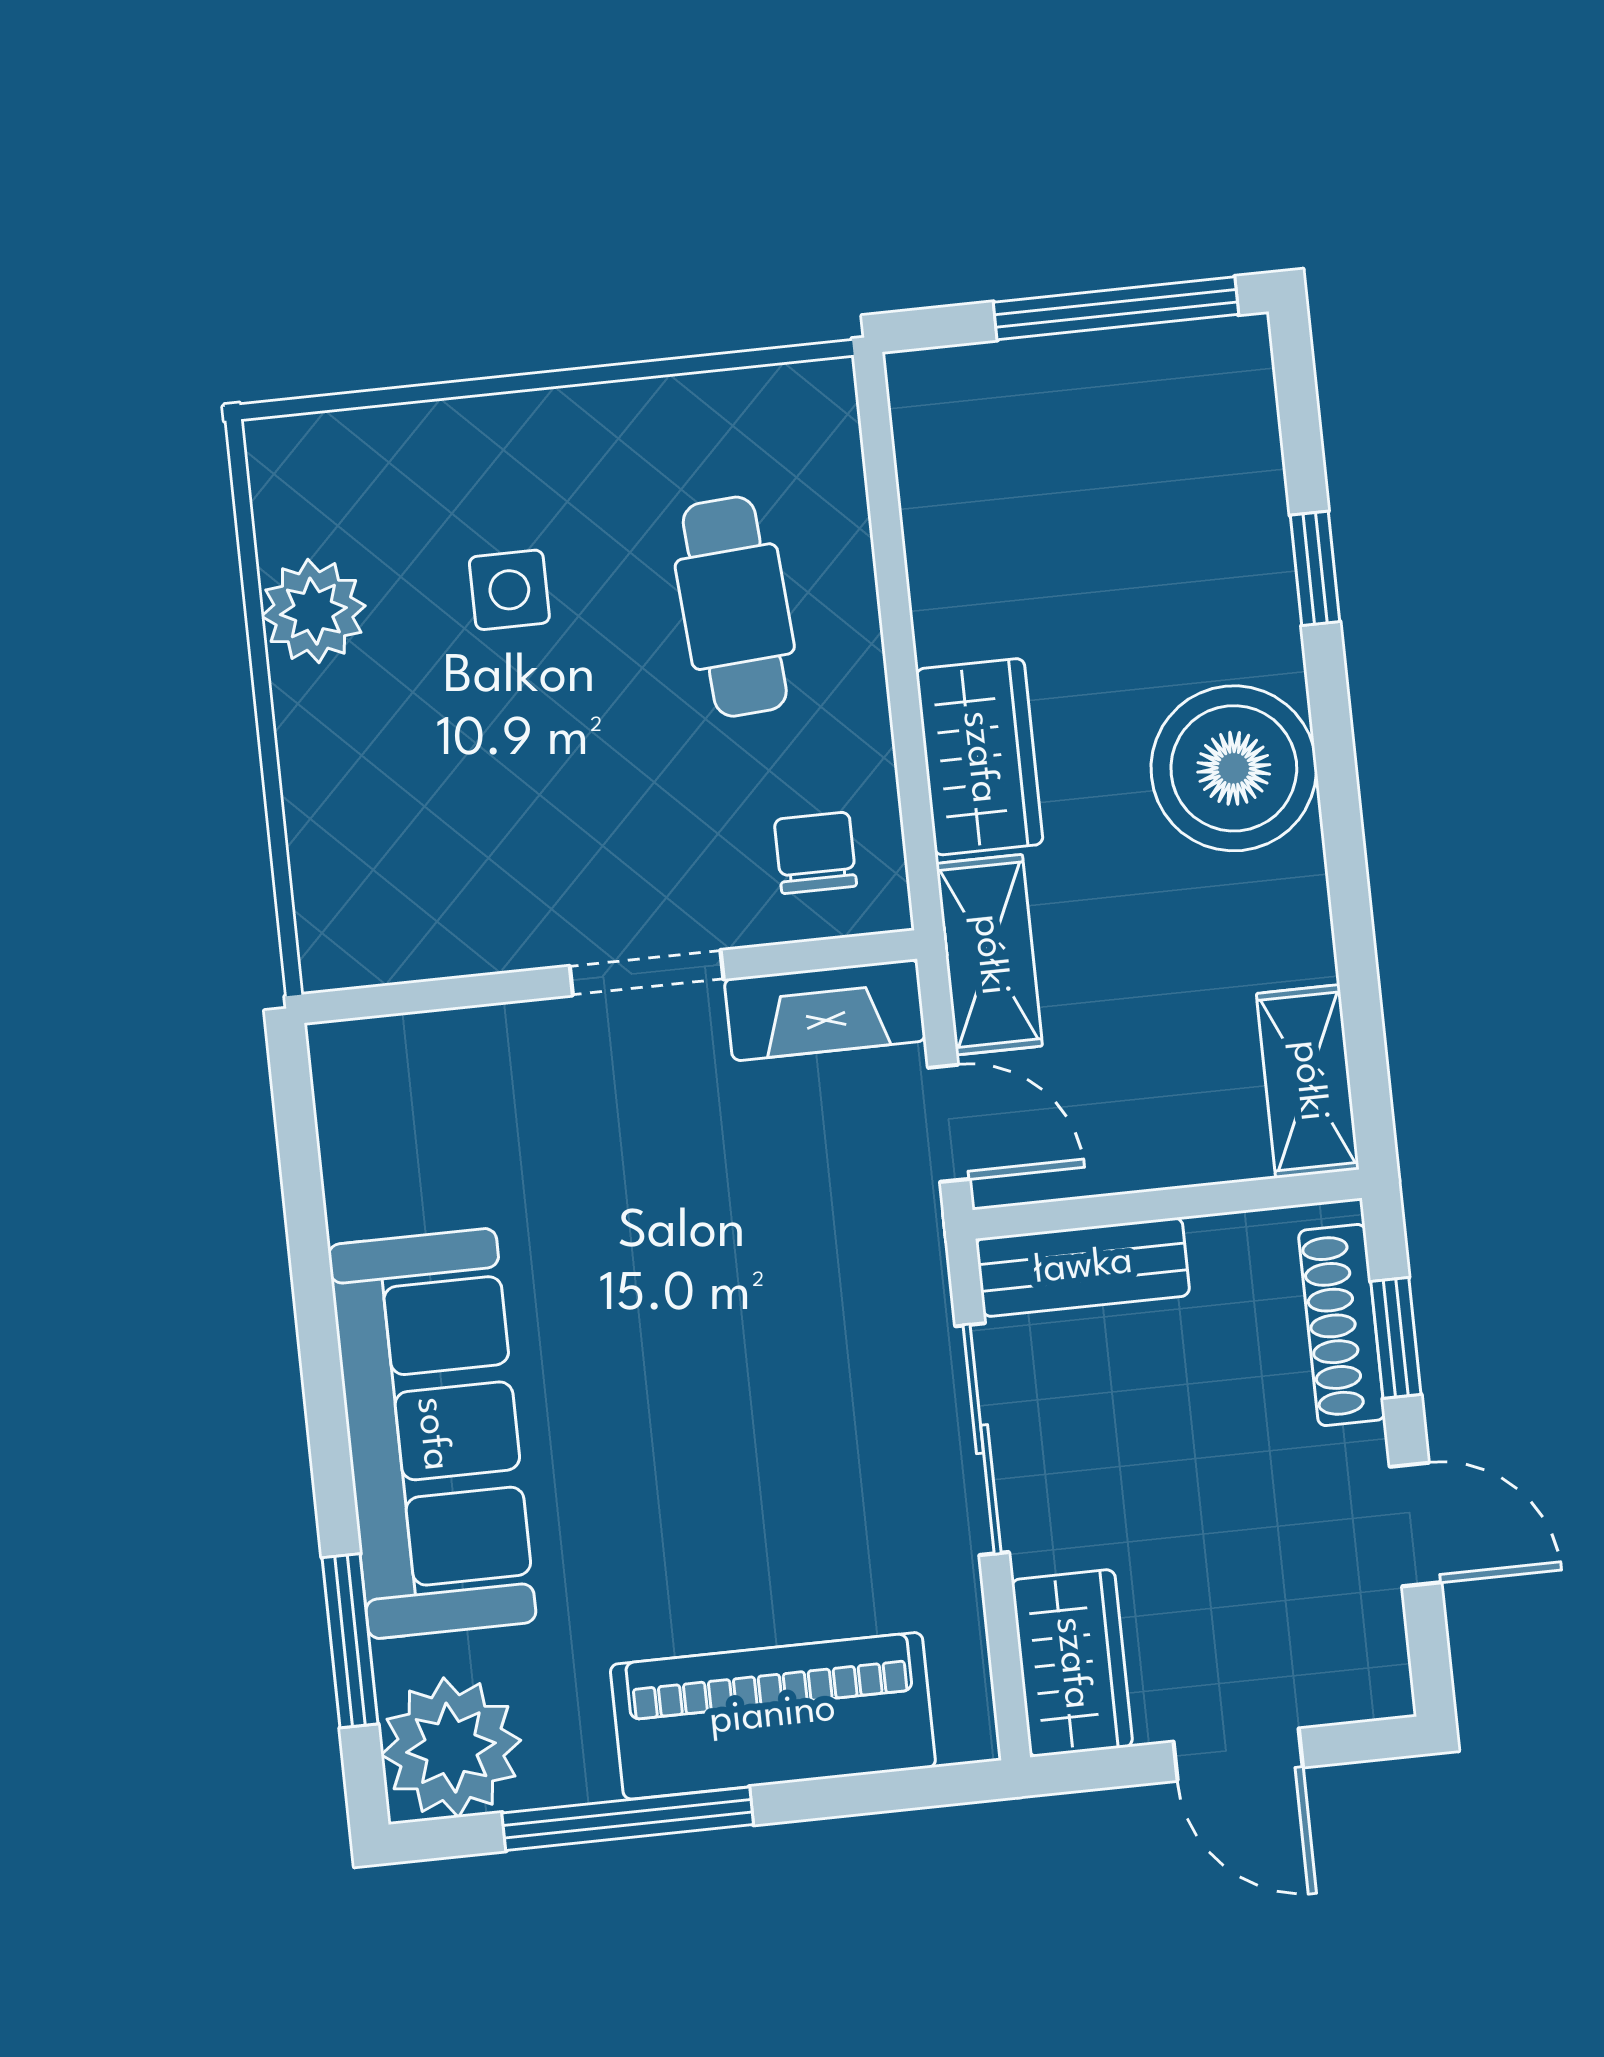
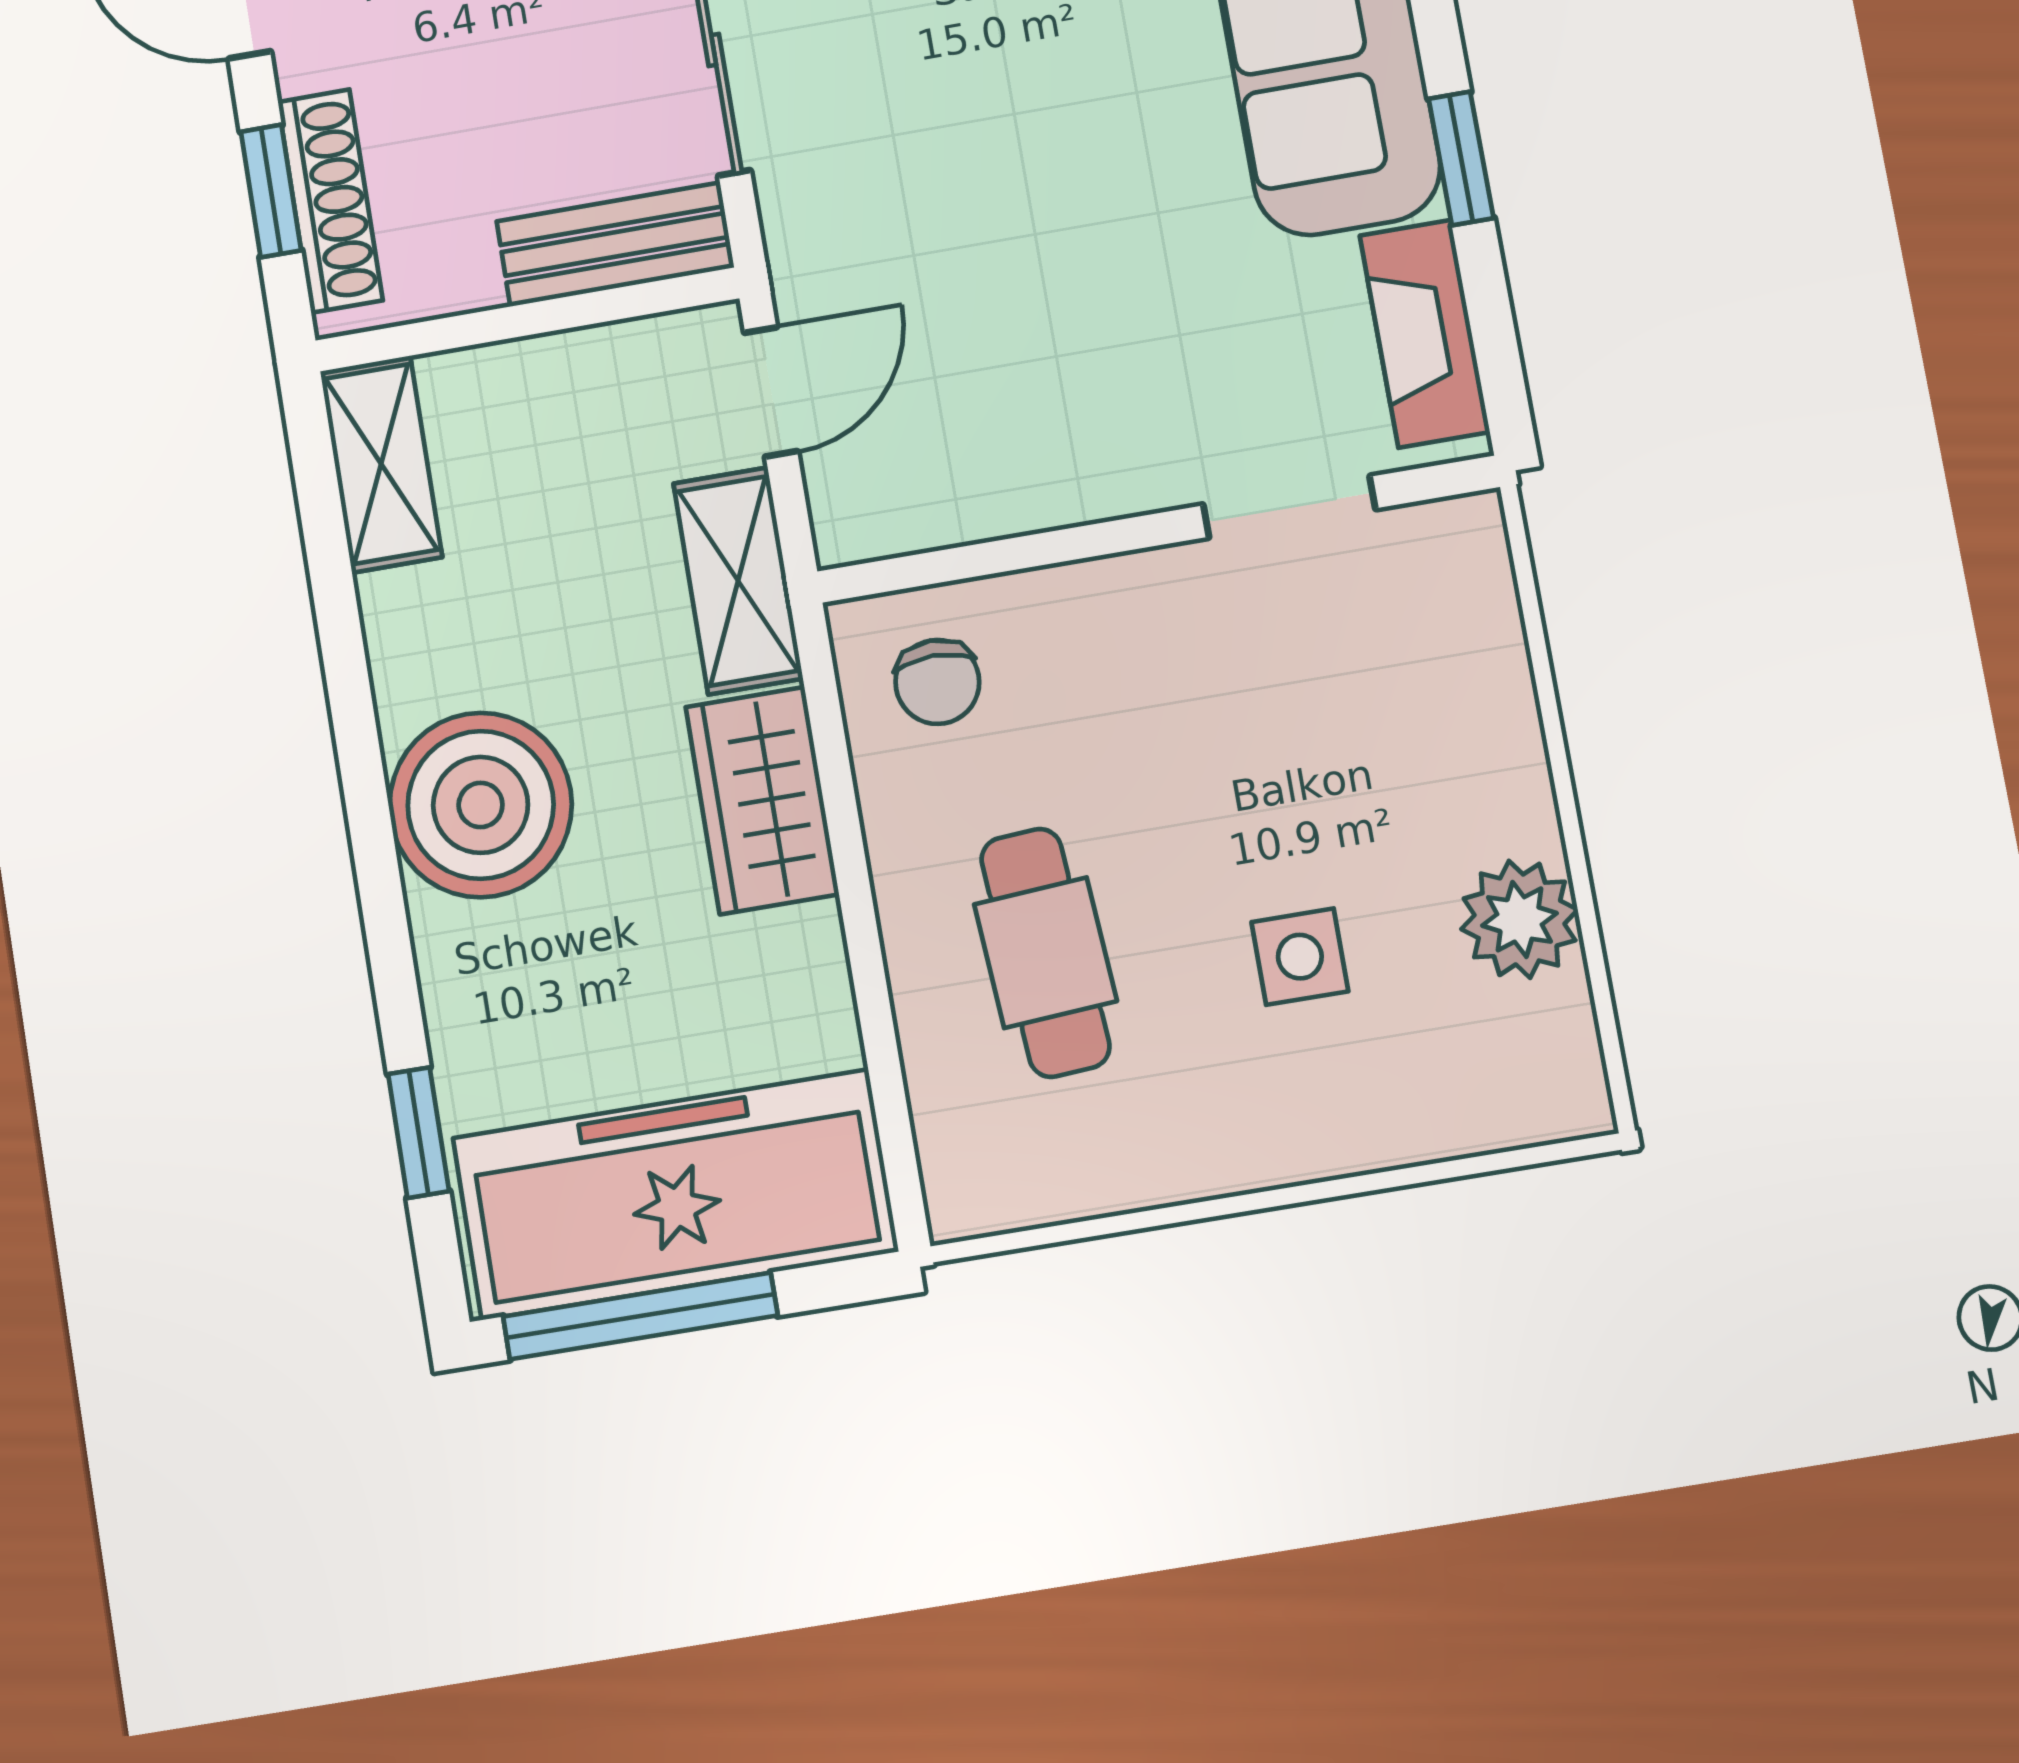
freezer: (1079, 413) -> (675, 1195), added
window: (1315, 568) -> (419, 1133), moved
doorway: (647, 973) -> (1289, 507), moved
fireplace: (825, 1010) -> (1425, 334), moved, turned -90
door: (949, 1123) -> (771, 392), swing flipped
window: (313, 1292) -> (1461, 158), added

